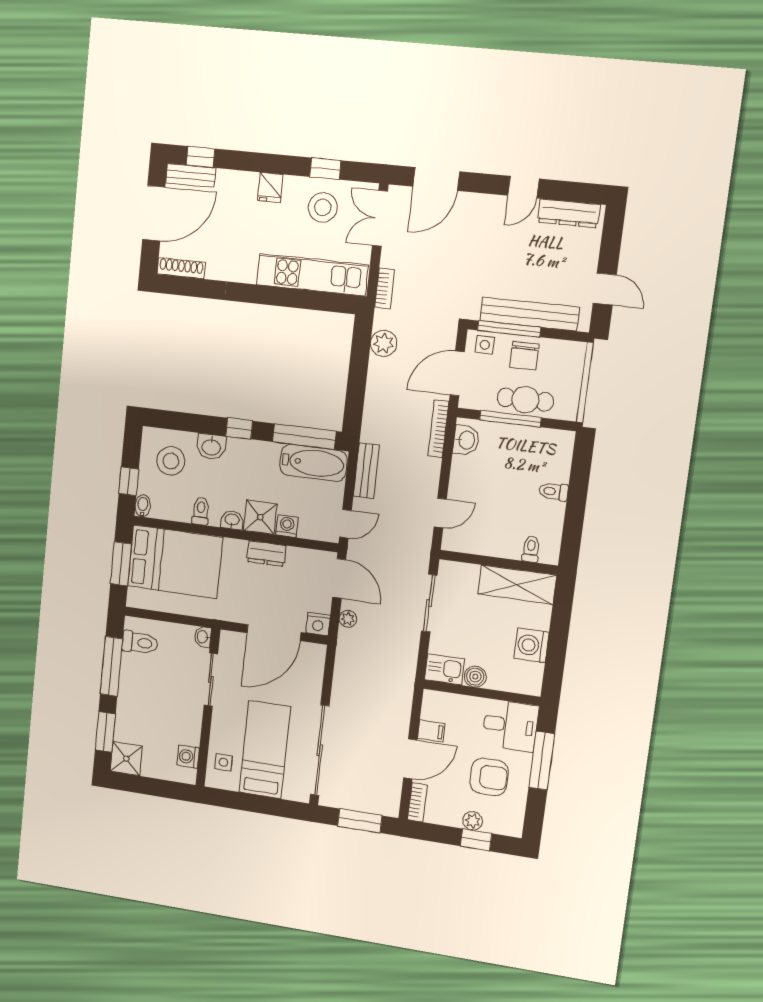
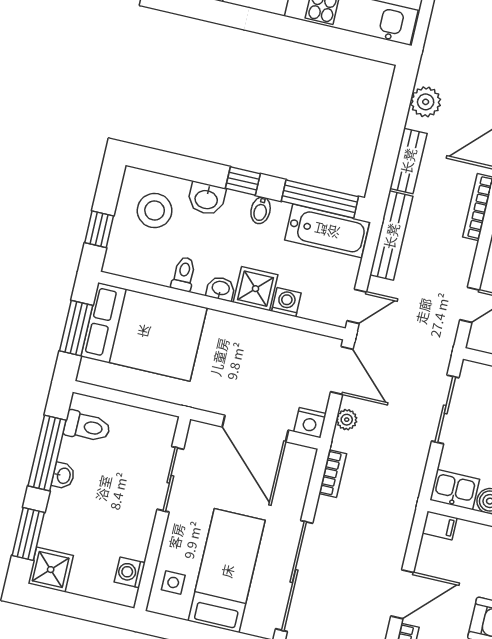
bookcase: (385, 288) -> (333, 474), moved
bench: (375, 396) -> (408, 161), added
bench: (366, 471) -> (391, 236), width x1.36
bidet: (143, 506) -> (261, 210), moved, turned 180
dresser: (266, 554) -> (258, 333), removed
door: (274, 633) -> (255, 429), hinge flipped
washbasin: (203, 637) -> (63, 476), moved, turned 180
filing cabinet: (431, 731) -> (440, 525), moved

